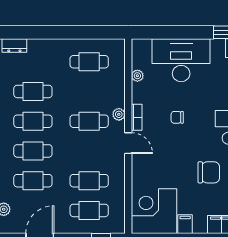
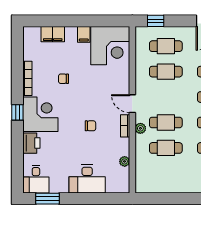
desk: (181, 60) -> (87, 179), width x0.73, depth x0.77
cafe table: (89, 62) -> (166, 148), moved
chair: (209, 172) -> (63, 79), width x0.54, depth x0.54

